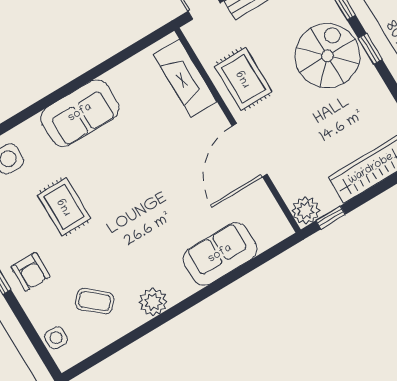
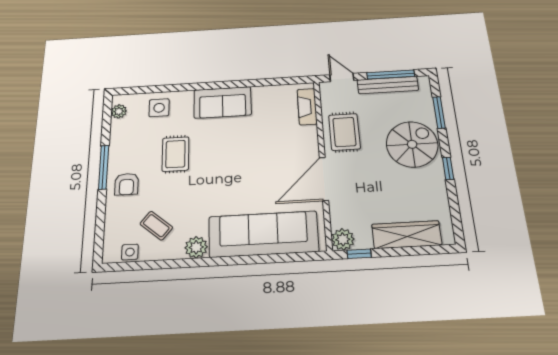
window: (370, 49) -> (448, 168), moved
fireplace: (185, 78) -> (307, 107), width x0.73, depth x0.76
sofa: (220, 254) -> (263, 234), width x1.85, depth x1.27
side table: (56, 338) -> (130, 252), moved

